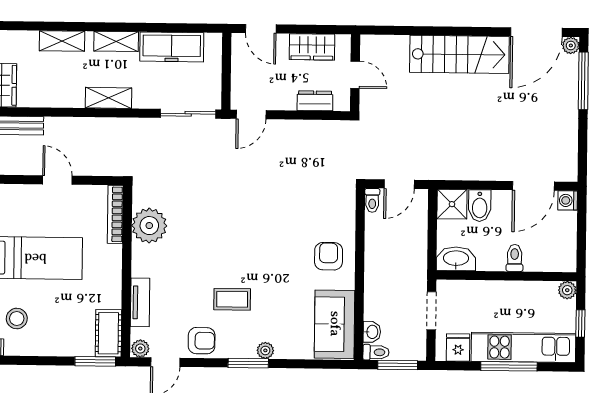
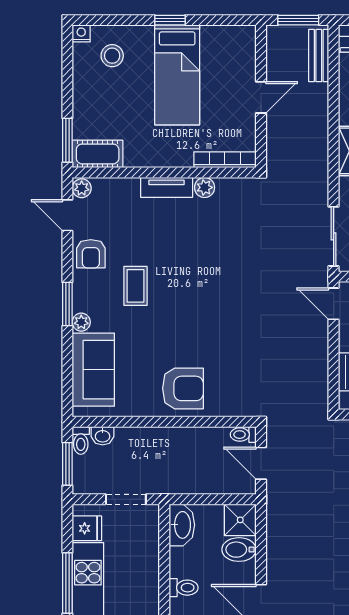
plant: (149, 226) -> (205, 187), width x0.53, depth x0.53
armchair: (329, 256) -> (183, 388), width x1.38, depth x1.38
tv unit: (140, 302) -> (167, 187), moved
sofa: (335, 324) -> (93, 370), moved, turned 90

